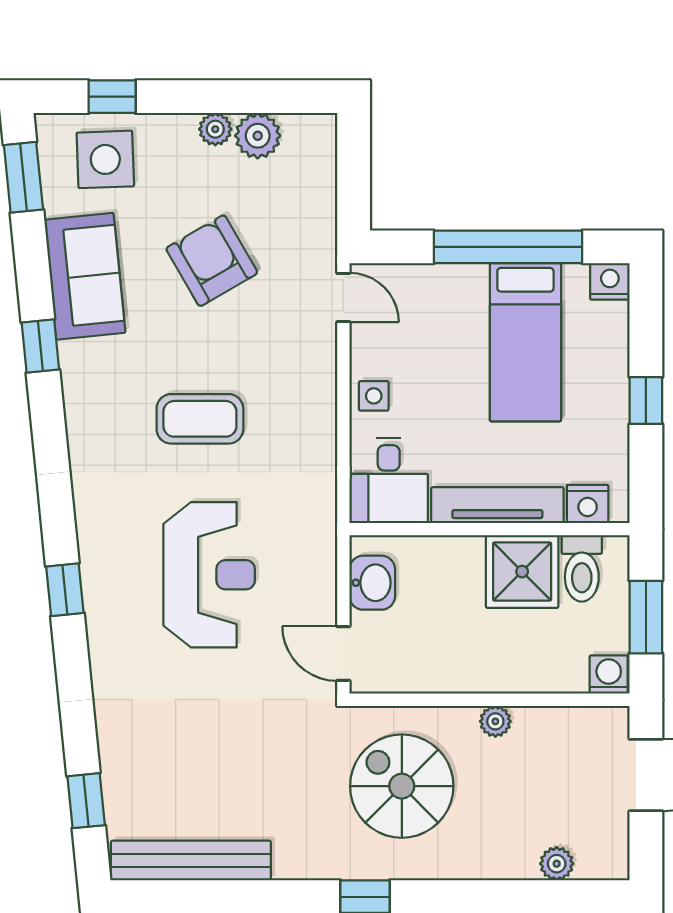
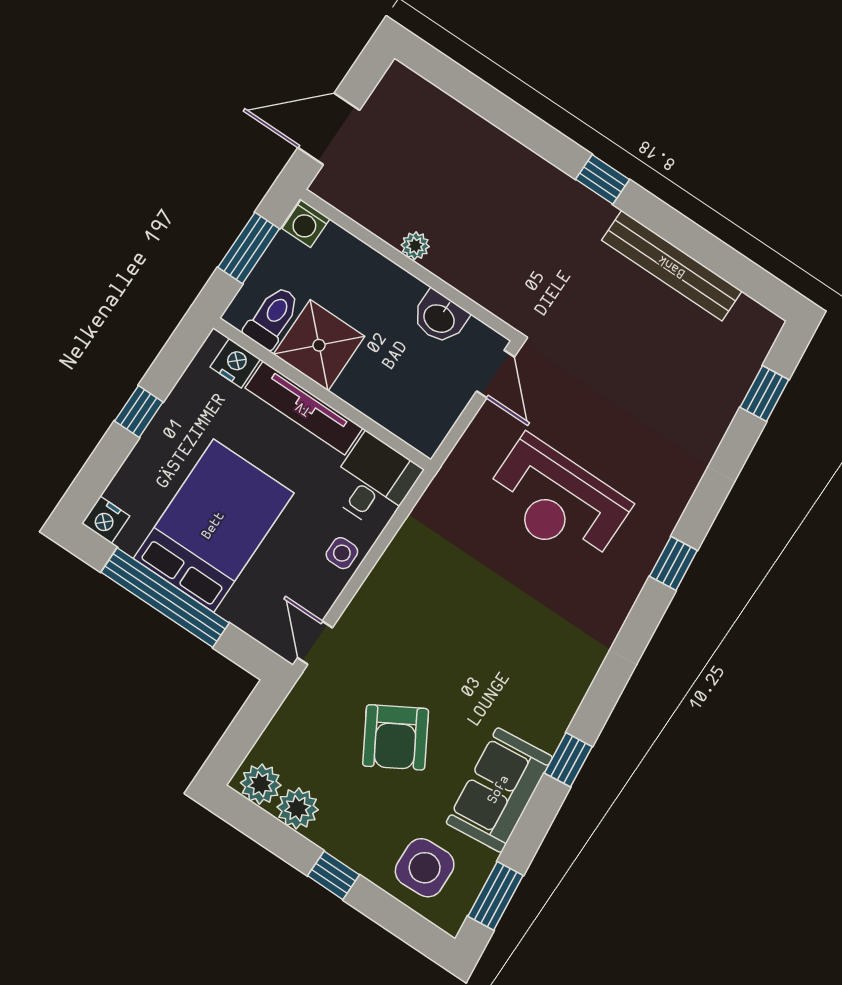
window: (112, 97) -> (333, 875), moved
plant: (215, 129) -> (261, 784), moved, width x1.38, depth x1.38
bed: (525, 342) -> (214, 526), width x1.50
coffee table: (200, 419) -> (485, 624), removed
reception desk: (209, 575) -> (557, 502), turned -90
washbasin: (372, 583) -> (440, 318), moved, turned -90
spiral stairs: (402, 786) -> (519, 244), removed
bench: (191, 861) -> (672, 266), moved
plant: (557, 864) -> (441, 107), removed

